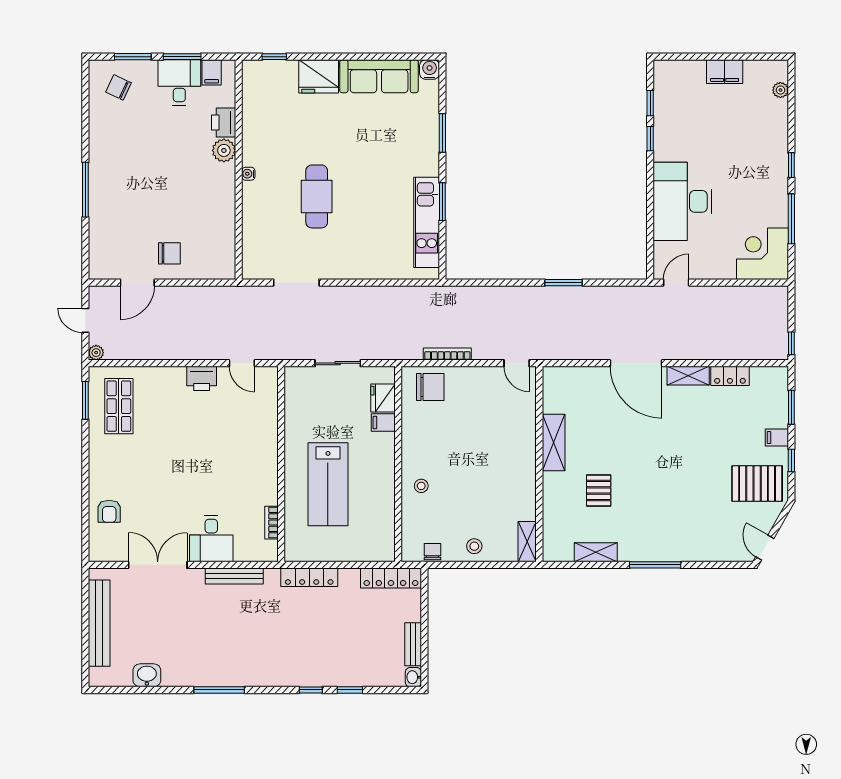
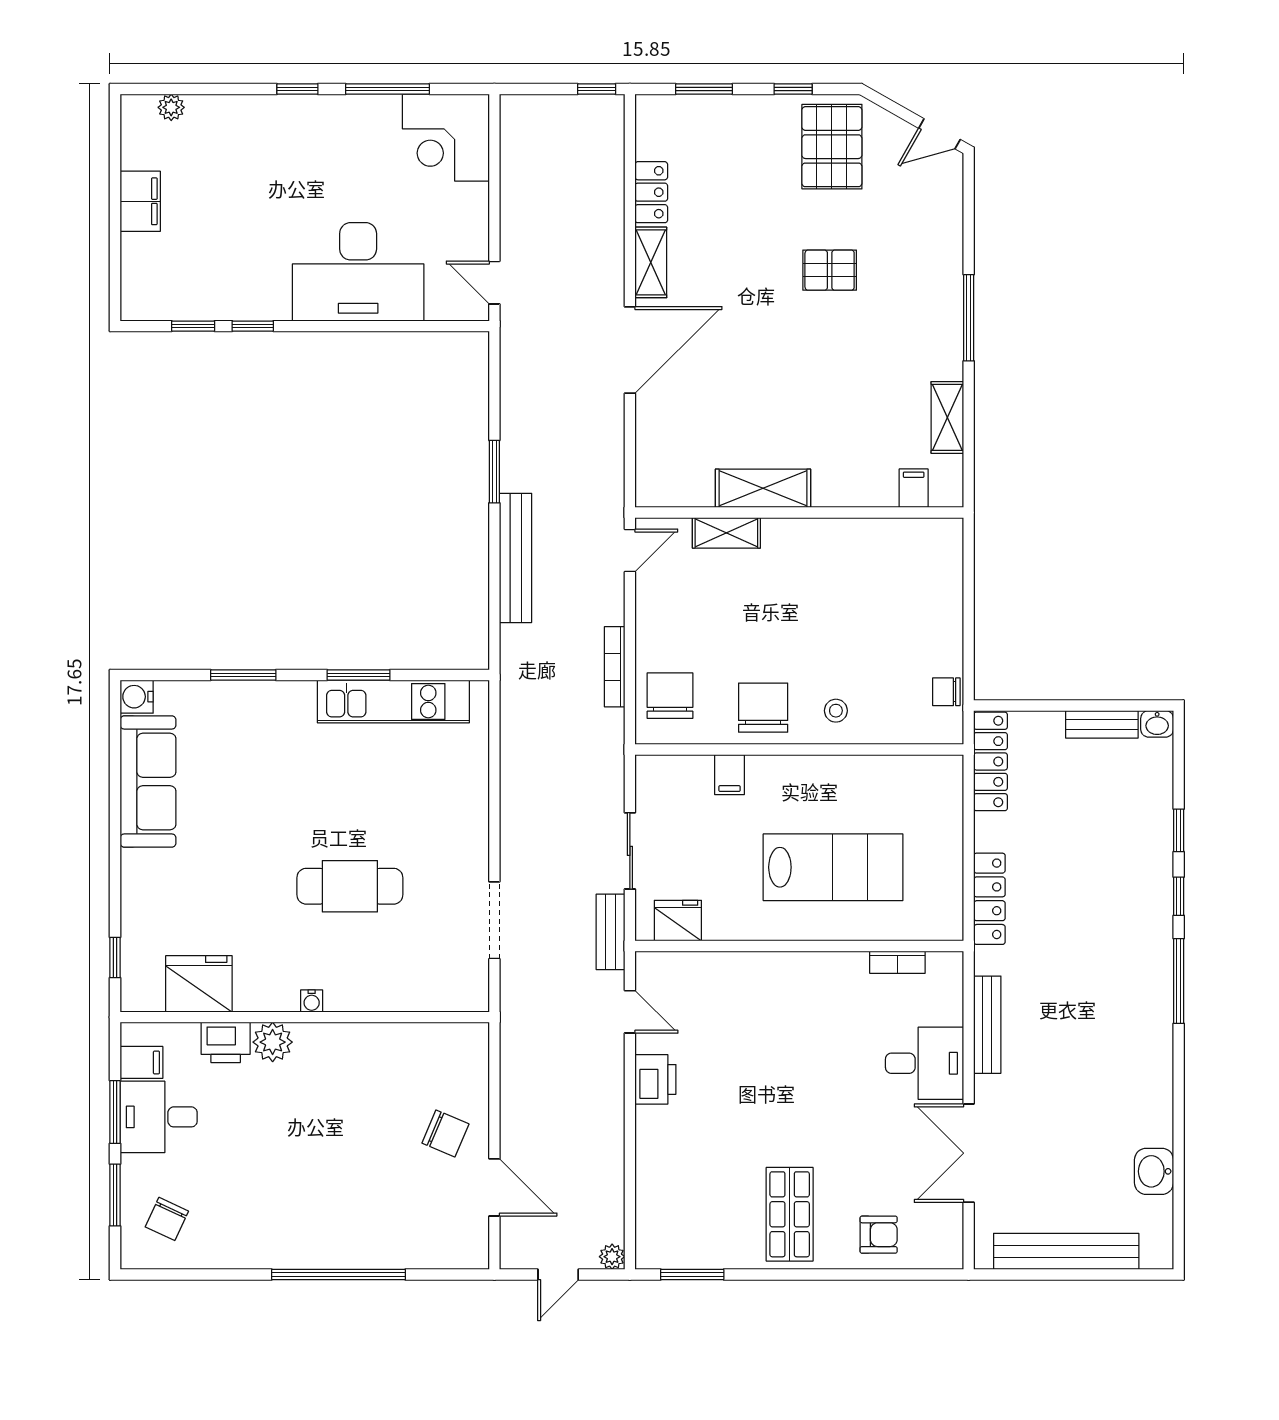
fridge: (319, 76) -> (199, 984), moved, turned -90
window: (85, 190) -> (339, 1275), width x1.46
chair: (169, 253) -> (445, 1133), turned 113
bench: (512, 295) -> (516, 558), added
bench: (289, 352) -> (610, 932), added
door: (242, 363) -> (630, 1012), hinge flipped
fridge: (383, 398) -> (678, 921), moved, turned 180
shop shelf: (119, 406) -> (790, 1214), moved, turned 90
filing cabinet: (777, 438) -> (914, 488), moved, turned 180
chair: (423, 443) -> (763, 708), added
pallet: (599, 490) -> (830, 270), moved
shelving: (527, 542) -> (726, 533), moved
stool: (474, 546) -> (937, 622), removed
window: (219, 690) -> (1179, 981), moved

